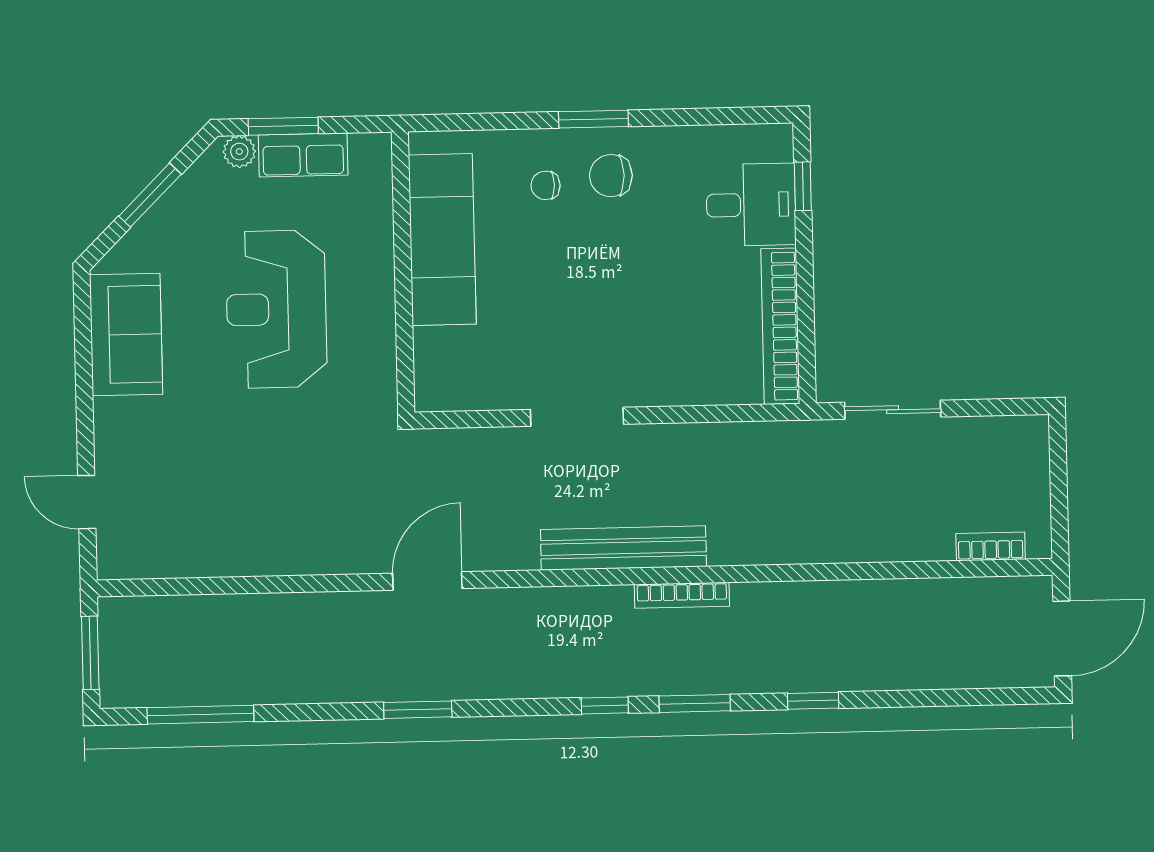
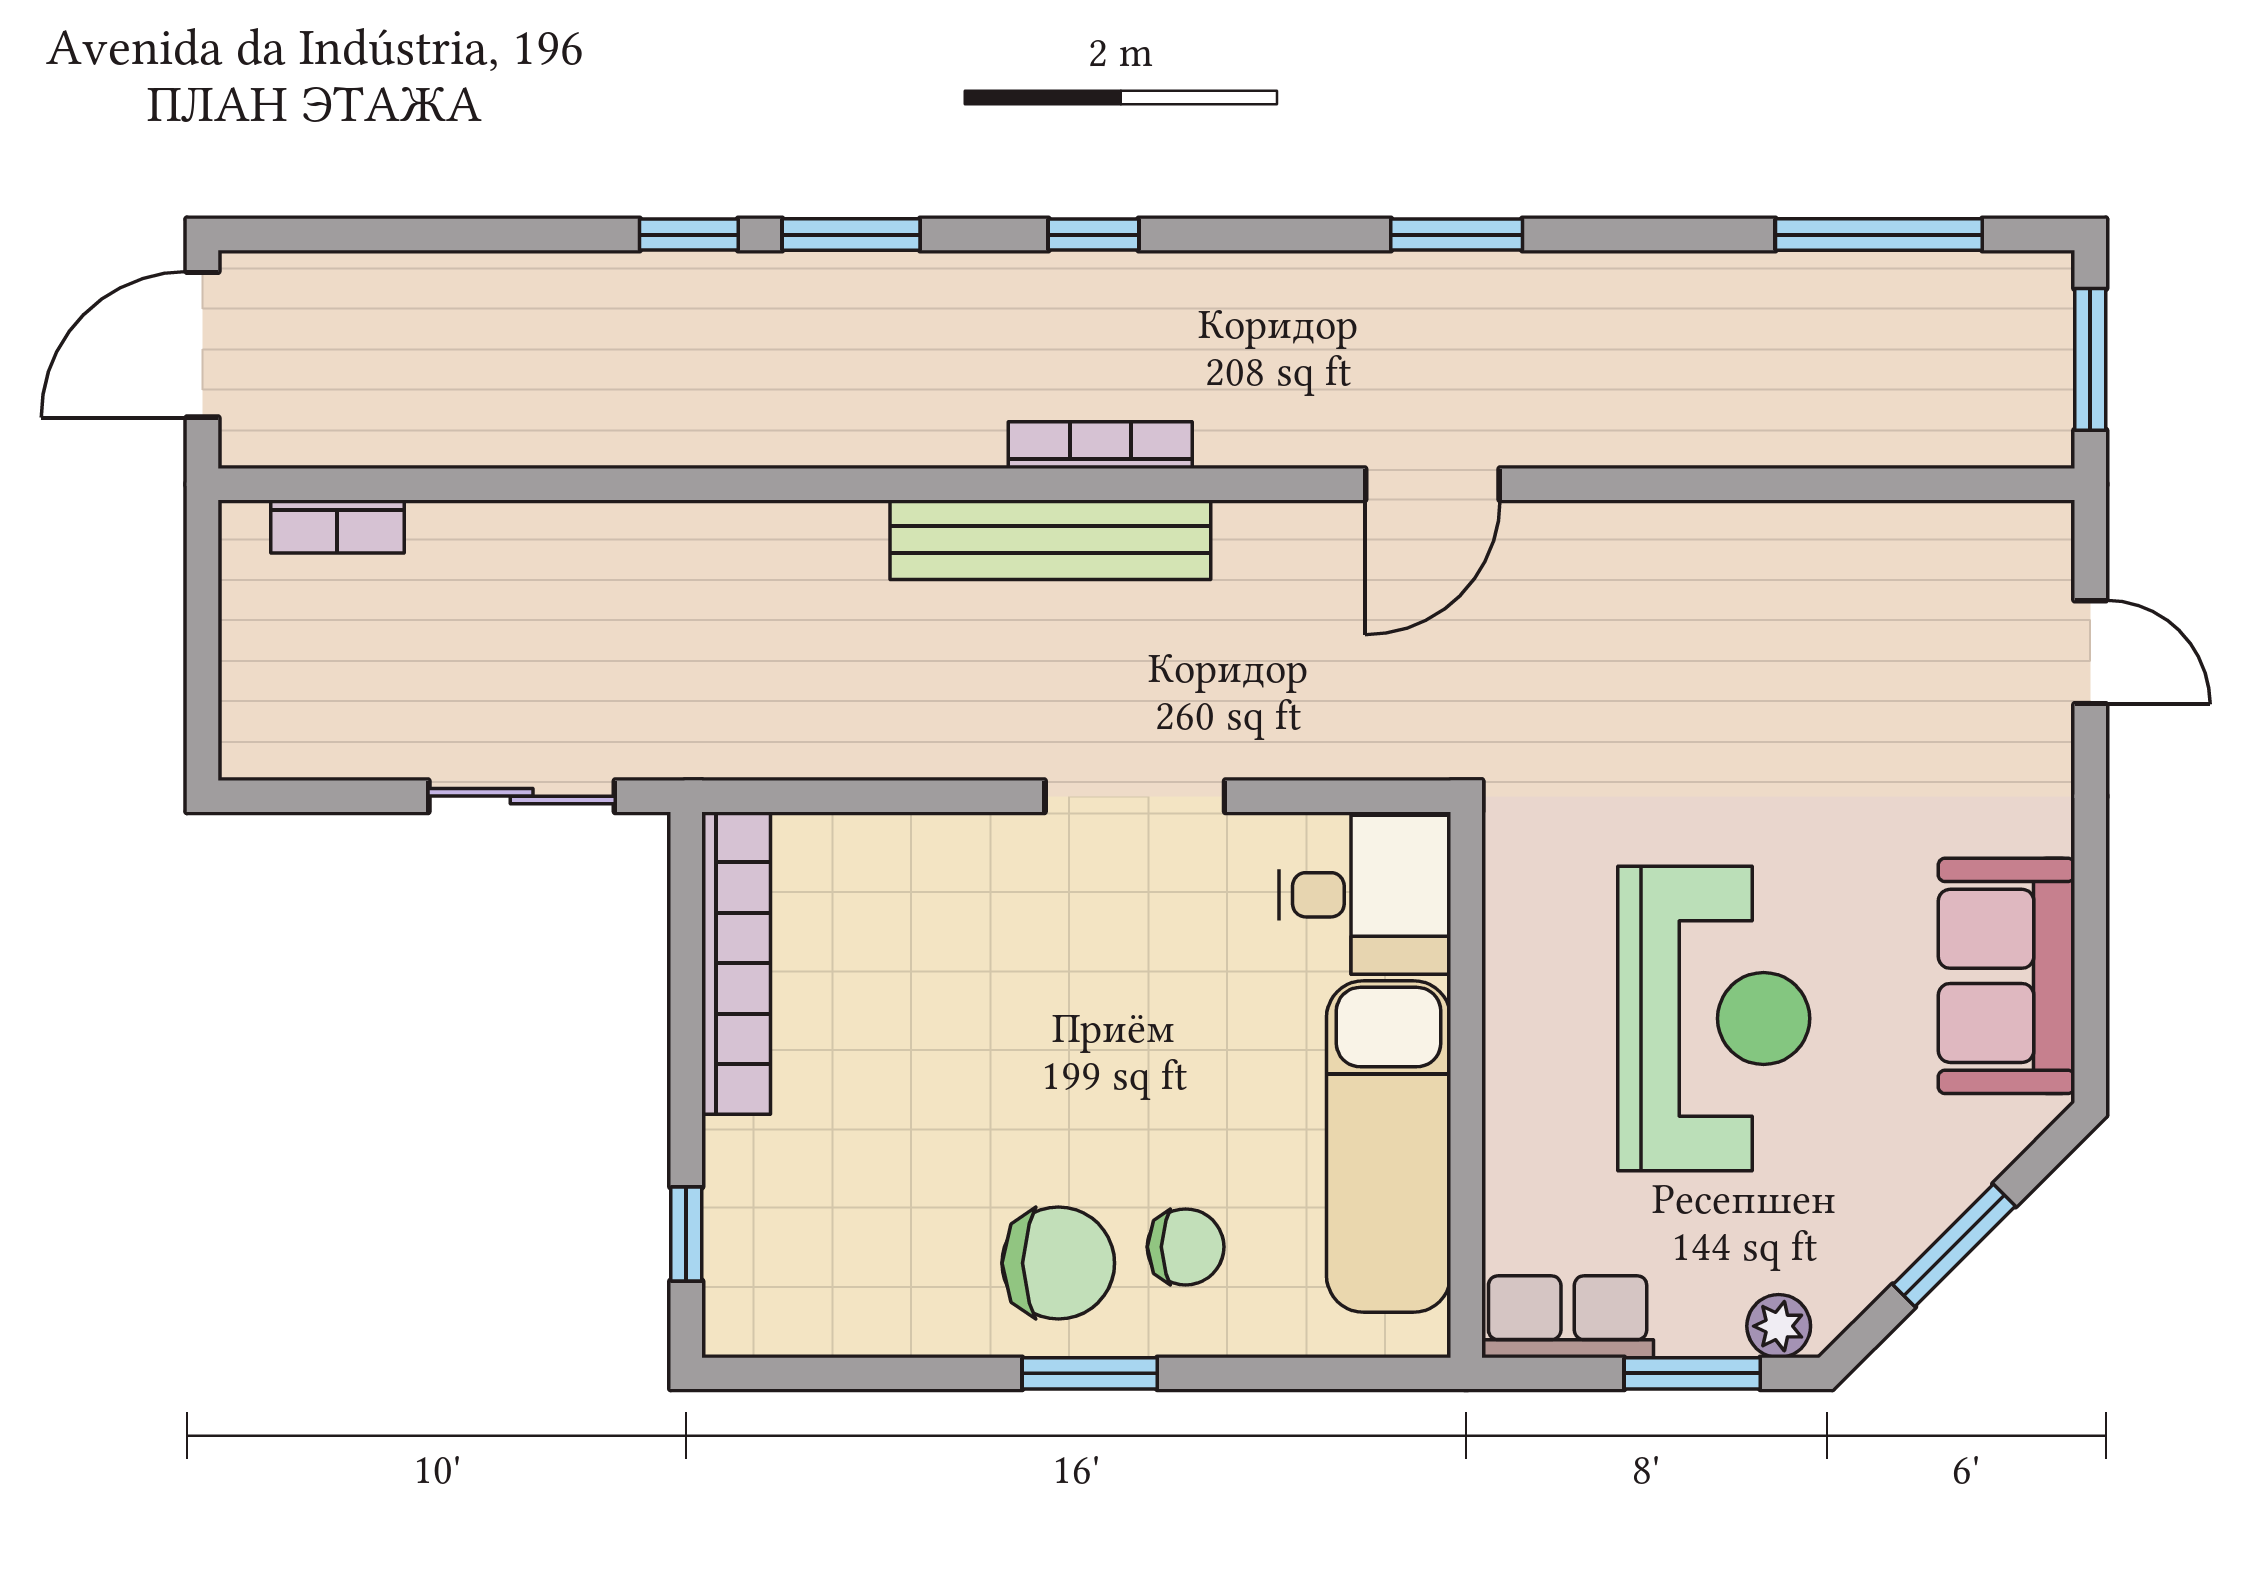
row of seats: (303, 155) -> (1568, 1317), moved
chair: (611, 176) -> (1058, 1263), width x1.37, depth x1.37
chair: (546, 185) -> (1186, 1247), width x1.37, depth x1.37
desk: (751, 205) -> (1365, 895), moved, turned 180
bookcase: (682, 595) -> (1100, 445), moved
window: (695, 703) -> (851, 235), moved

